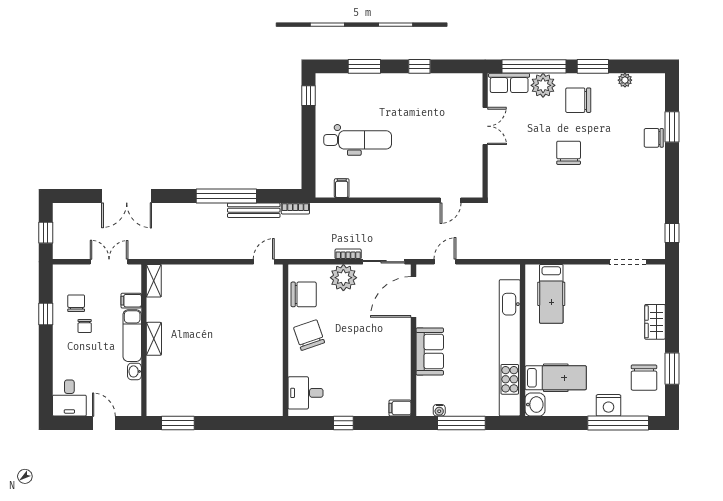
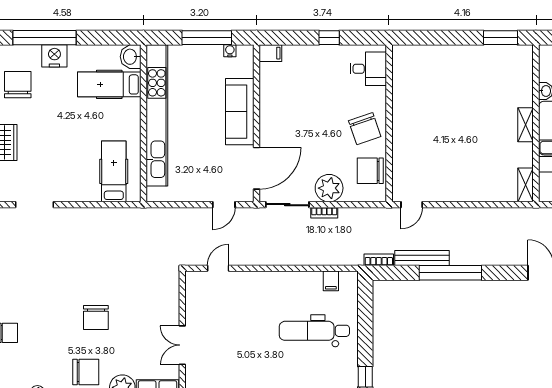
sofa: (430, 351) -> (240, 112), width x1.36

